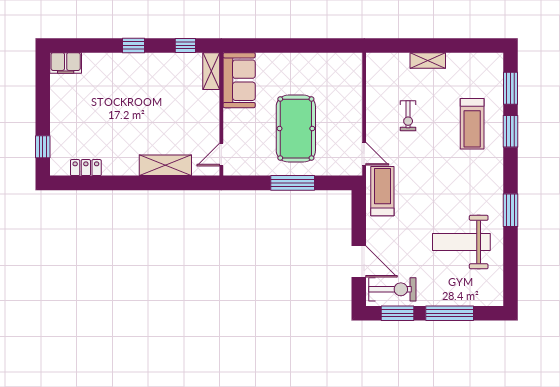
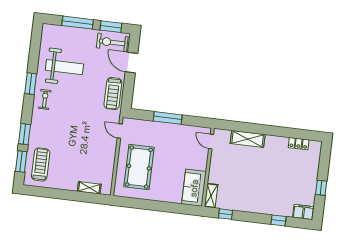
window: (133, 45) -> (278, 220), moved
shelving: (428, 60) -> (89, 188), moved
exercise bike: (408, 116) -> (45, 99), moved
treadmill: (472, 124) -> (41, 164), moved
pool table: (296, 129) -> (139, 167), moved
window: (43, 147) -> (321, 188), moved
door: (221, 155) -> (211, 142), swing flipped
treadmill: (382, 191) -> (113, 94), moved

